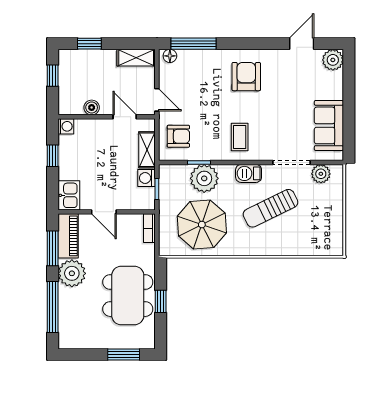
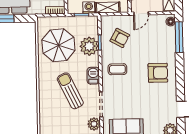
armchair: (178, 136) -> (120, 38), moved, turned -61

